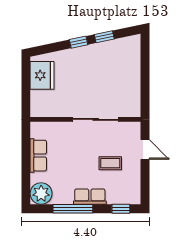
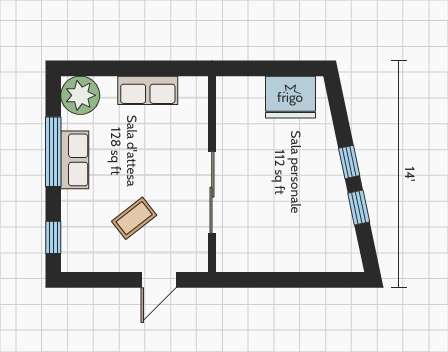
coffee table: (110, 163) -> (134, 218), turned 52
row of seats: (90, 197) -> (75, 160), moved

